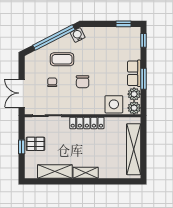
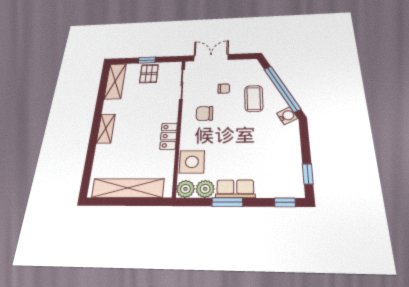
chair: (83, 82) -> (205, 113), moved
locker: (87, 123) -> (169, 136), width x0.66
shelving: (55, 171) -> (115, 81), moved

